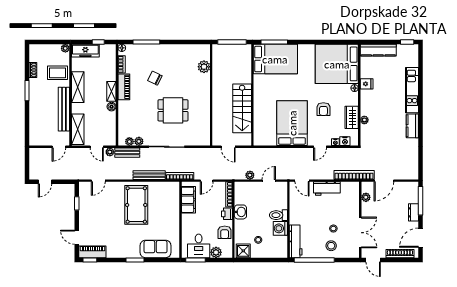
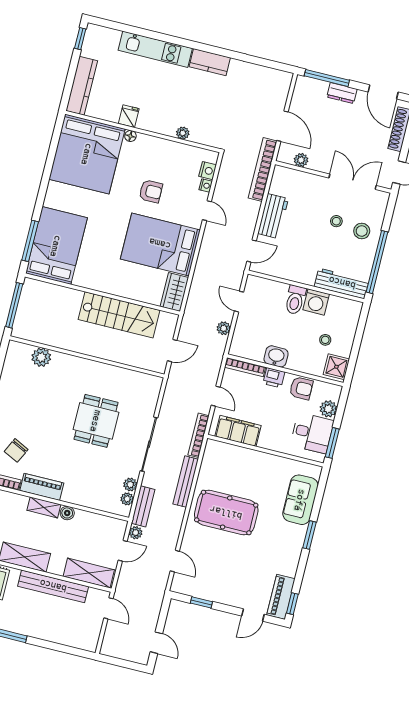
chair: (155, 78) -> (16, 450), moved
wardrobe: (352, 117) -> (174, 292), moved, turned 90

